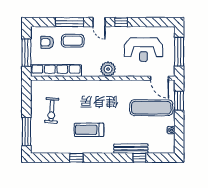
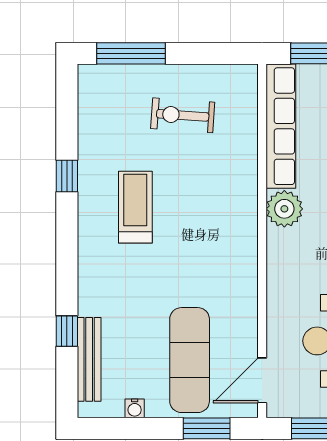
plant: (108, 69) -> (284, 209), moved
bench: (131, 149) -> (89, 359), moved

